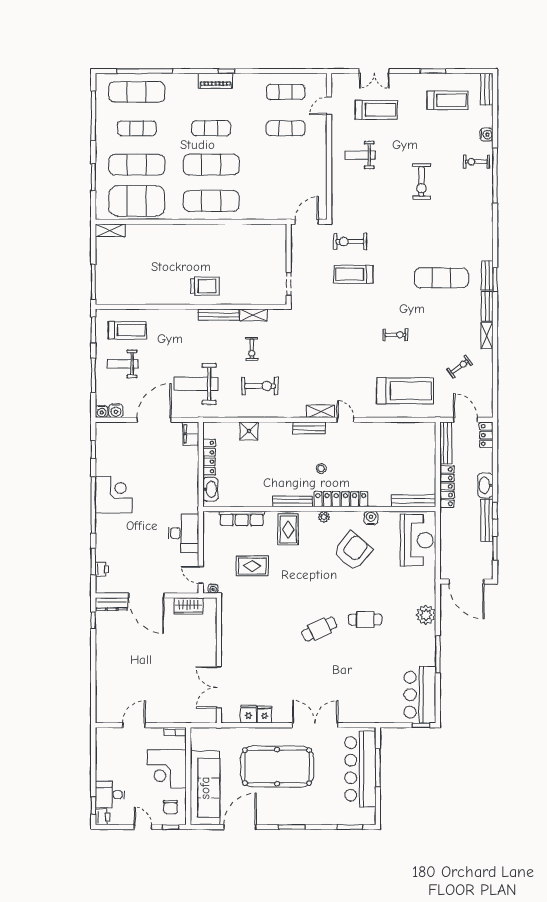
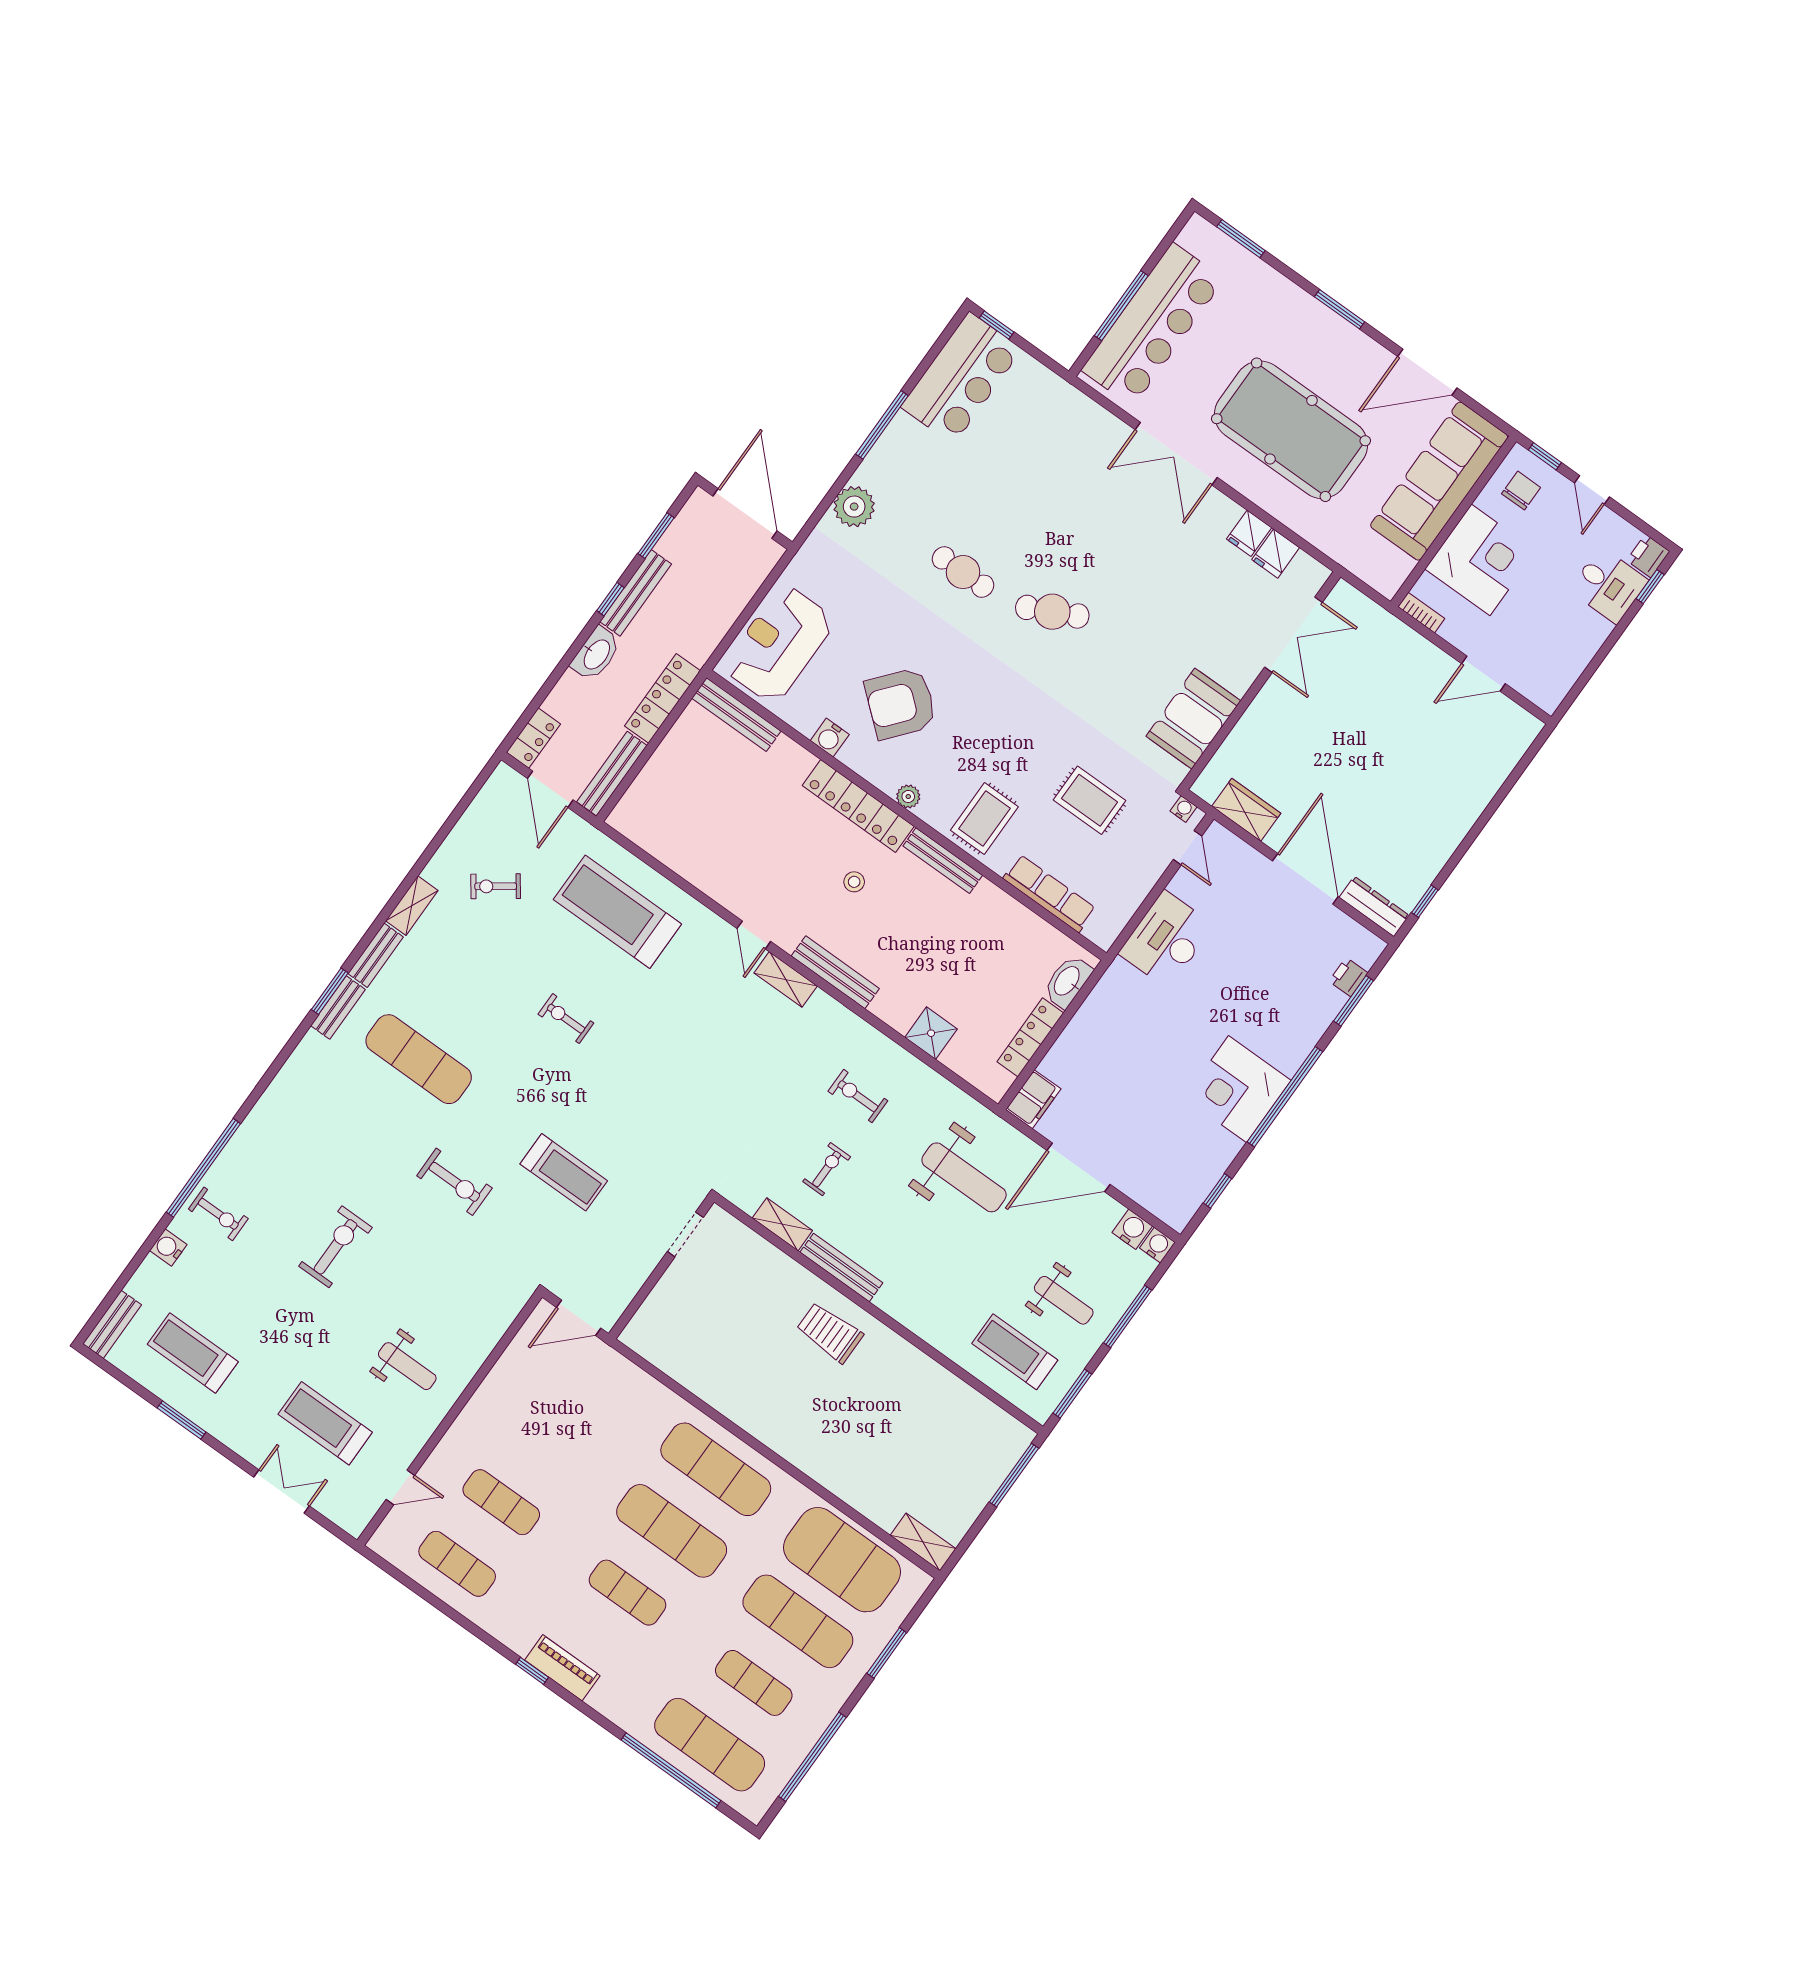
exercise bike: (350, 242) -> (454, 1182), moved
exercise bike: (260, 386) -> (858, 1096), width x0.73, depth x0.72
bench: (309, 428) -> (835, 972), width x1.36
booth: (235, 627) -> (1193, 719), added

